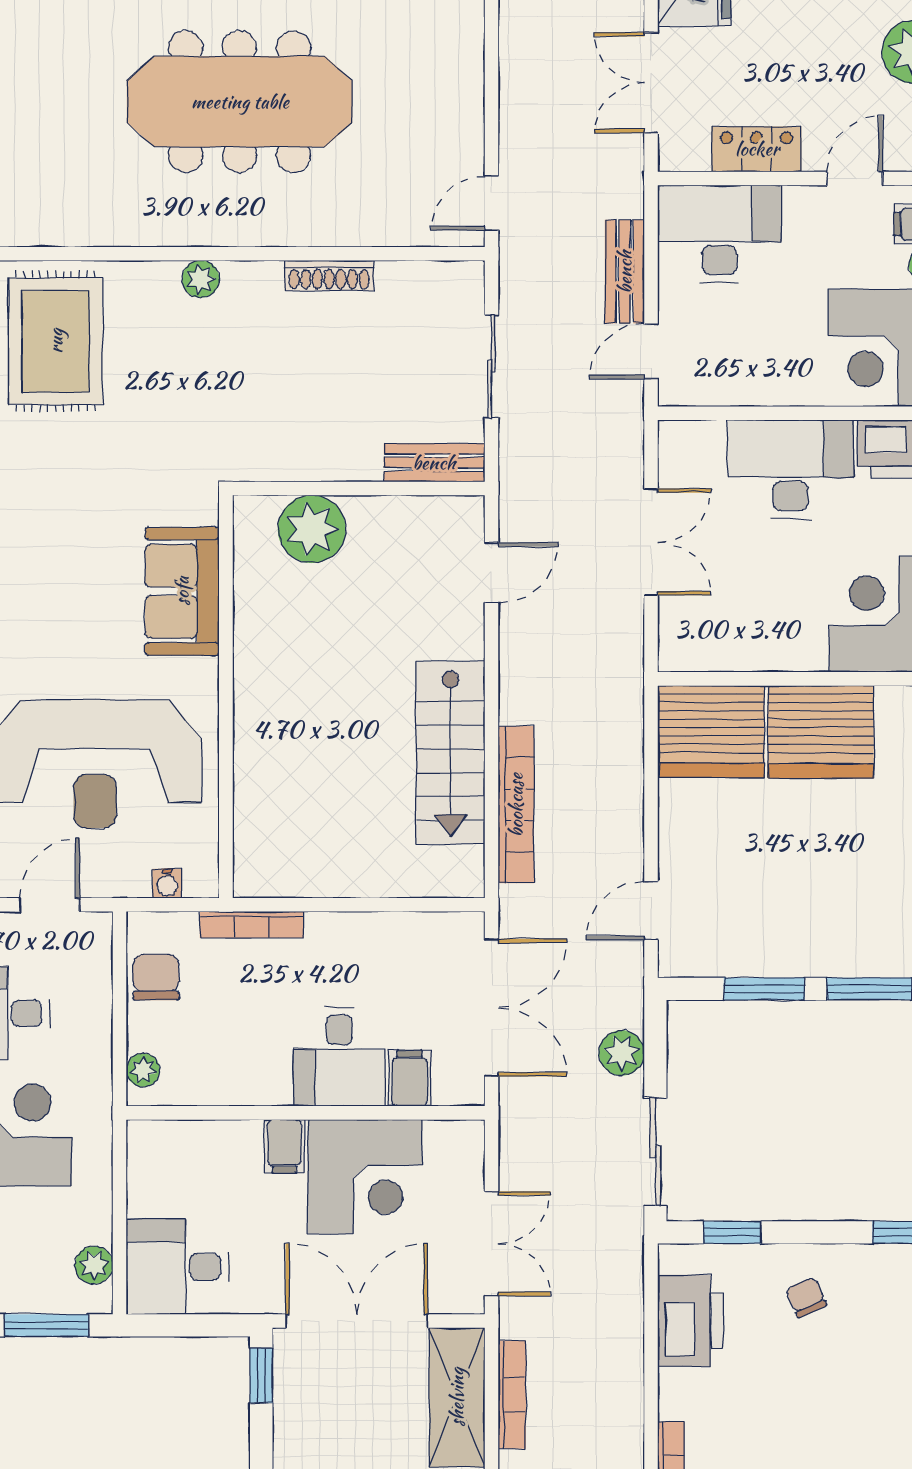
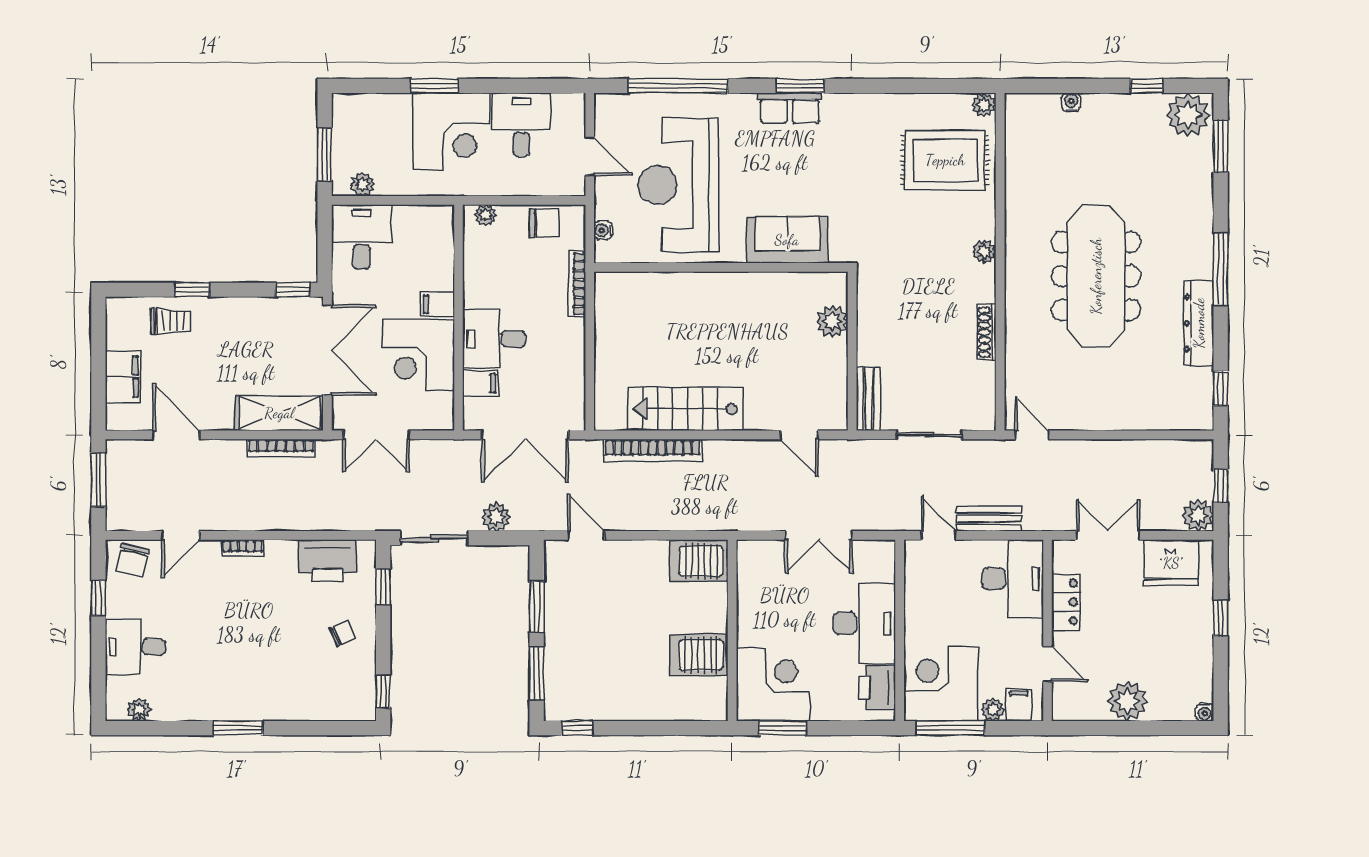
plant: (312, 529) -> (832, 322), width x0.73, depth x0.73
server rack: (712, 732) -> (699, 561), width x0.62
server rack: (821, 732) -> (699, 655), width x0.62

